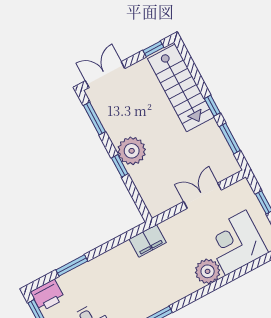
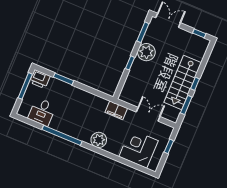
stairs: (181, 88) -> (183, 82), moved
plant: (132, 151) -> (146, 52), moved
filing cabinet: (148, 241) -> (116, 110), moved
plant: (208, 271) -> (99, 140), moved

